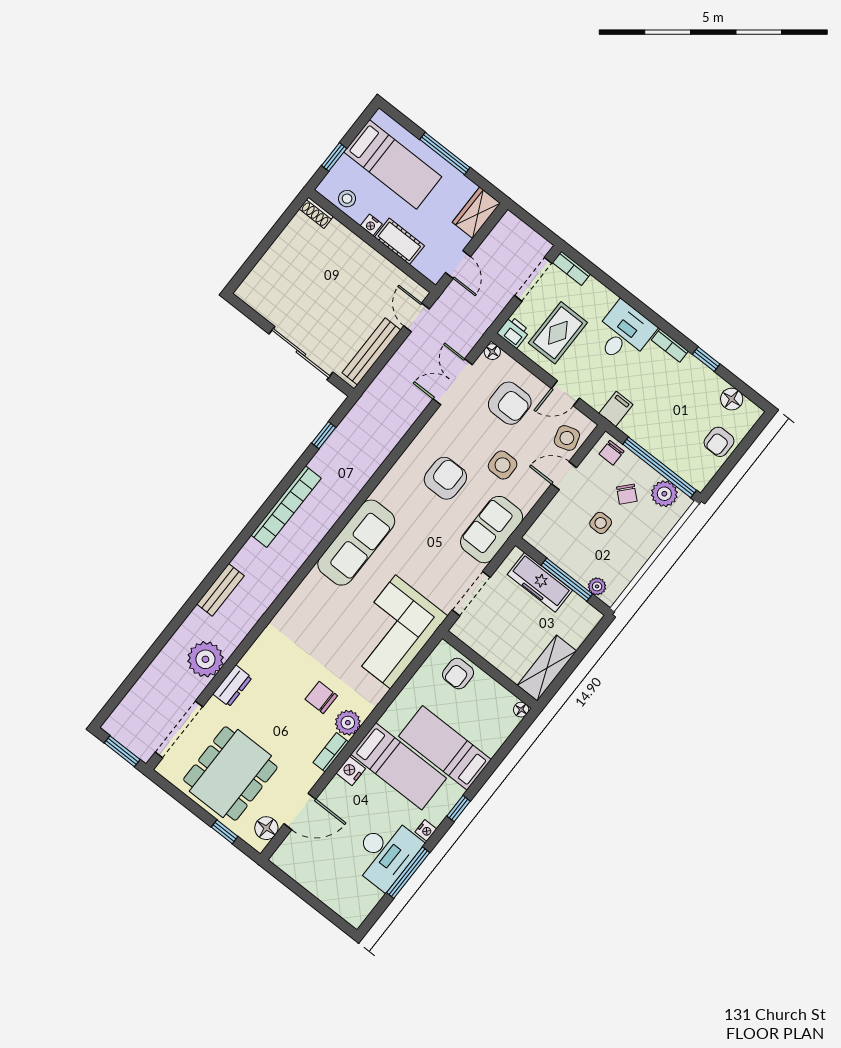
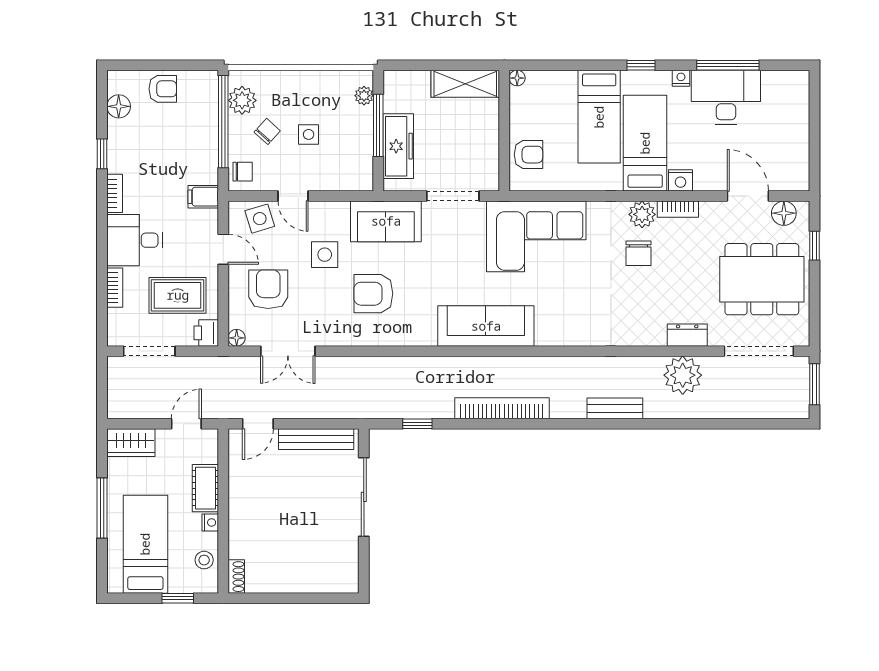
bookcase: (571, 268) -> (115, 288), moved

